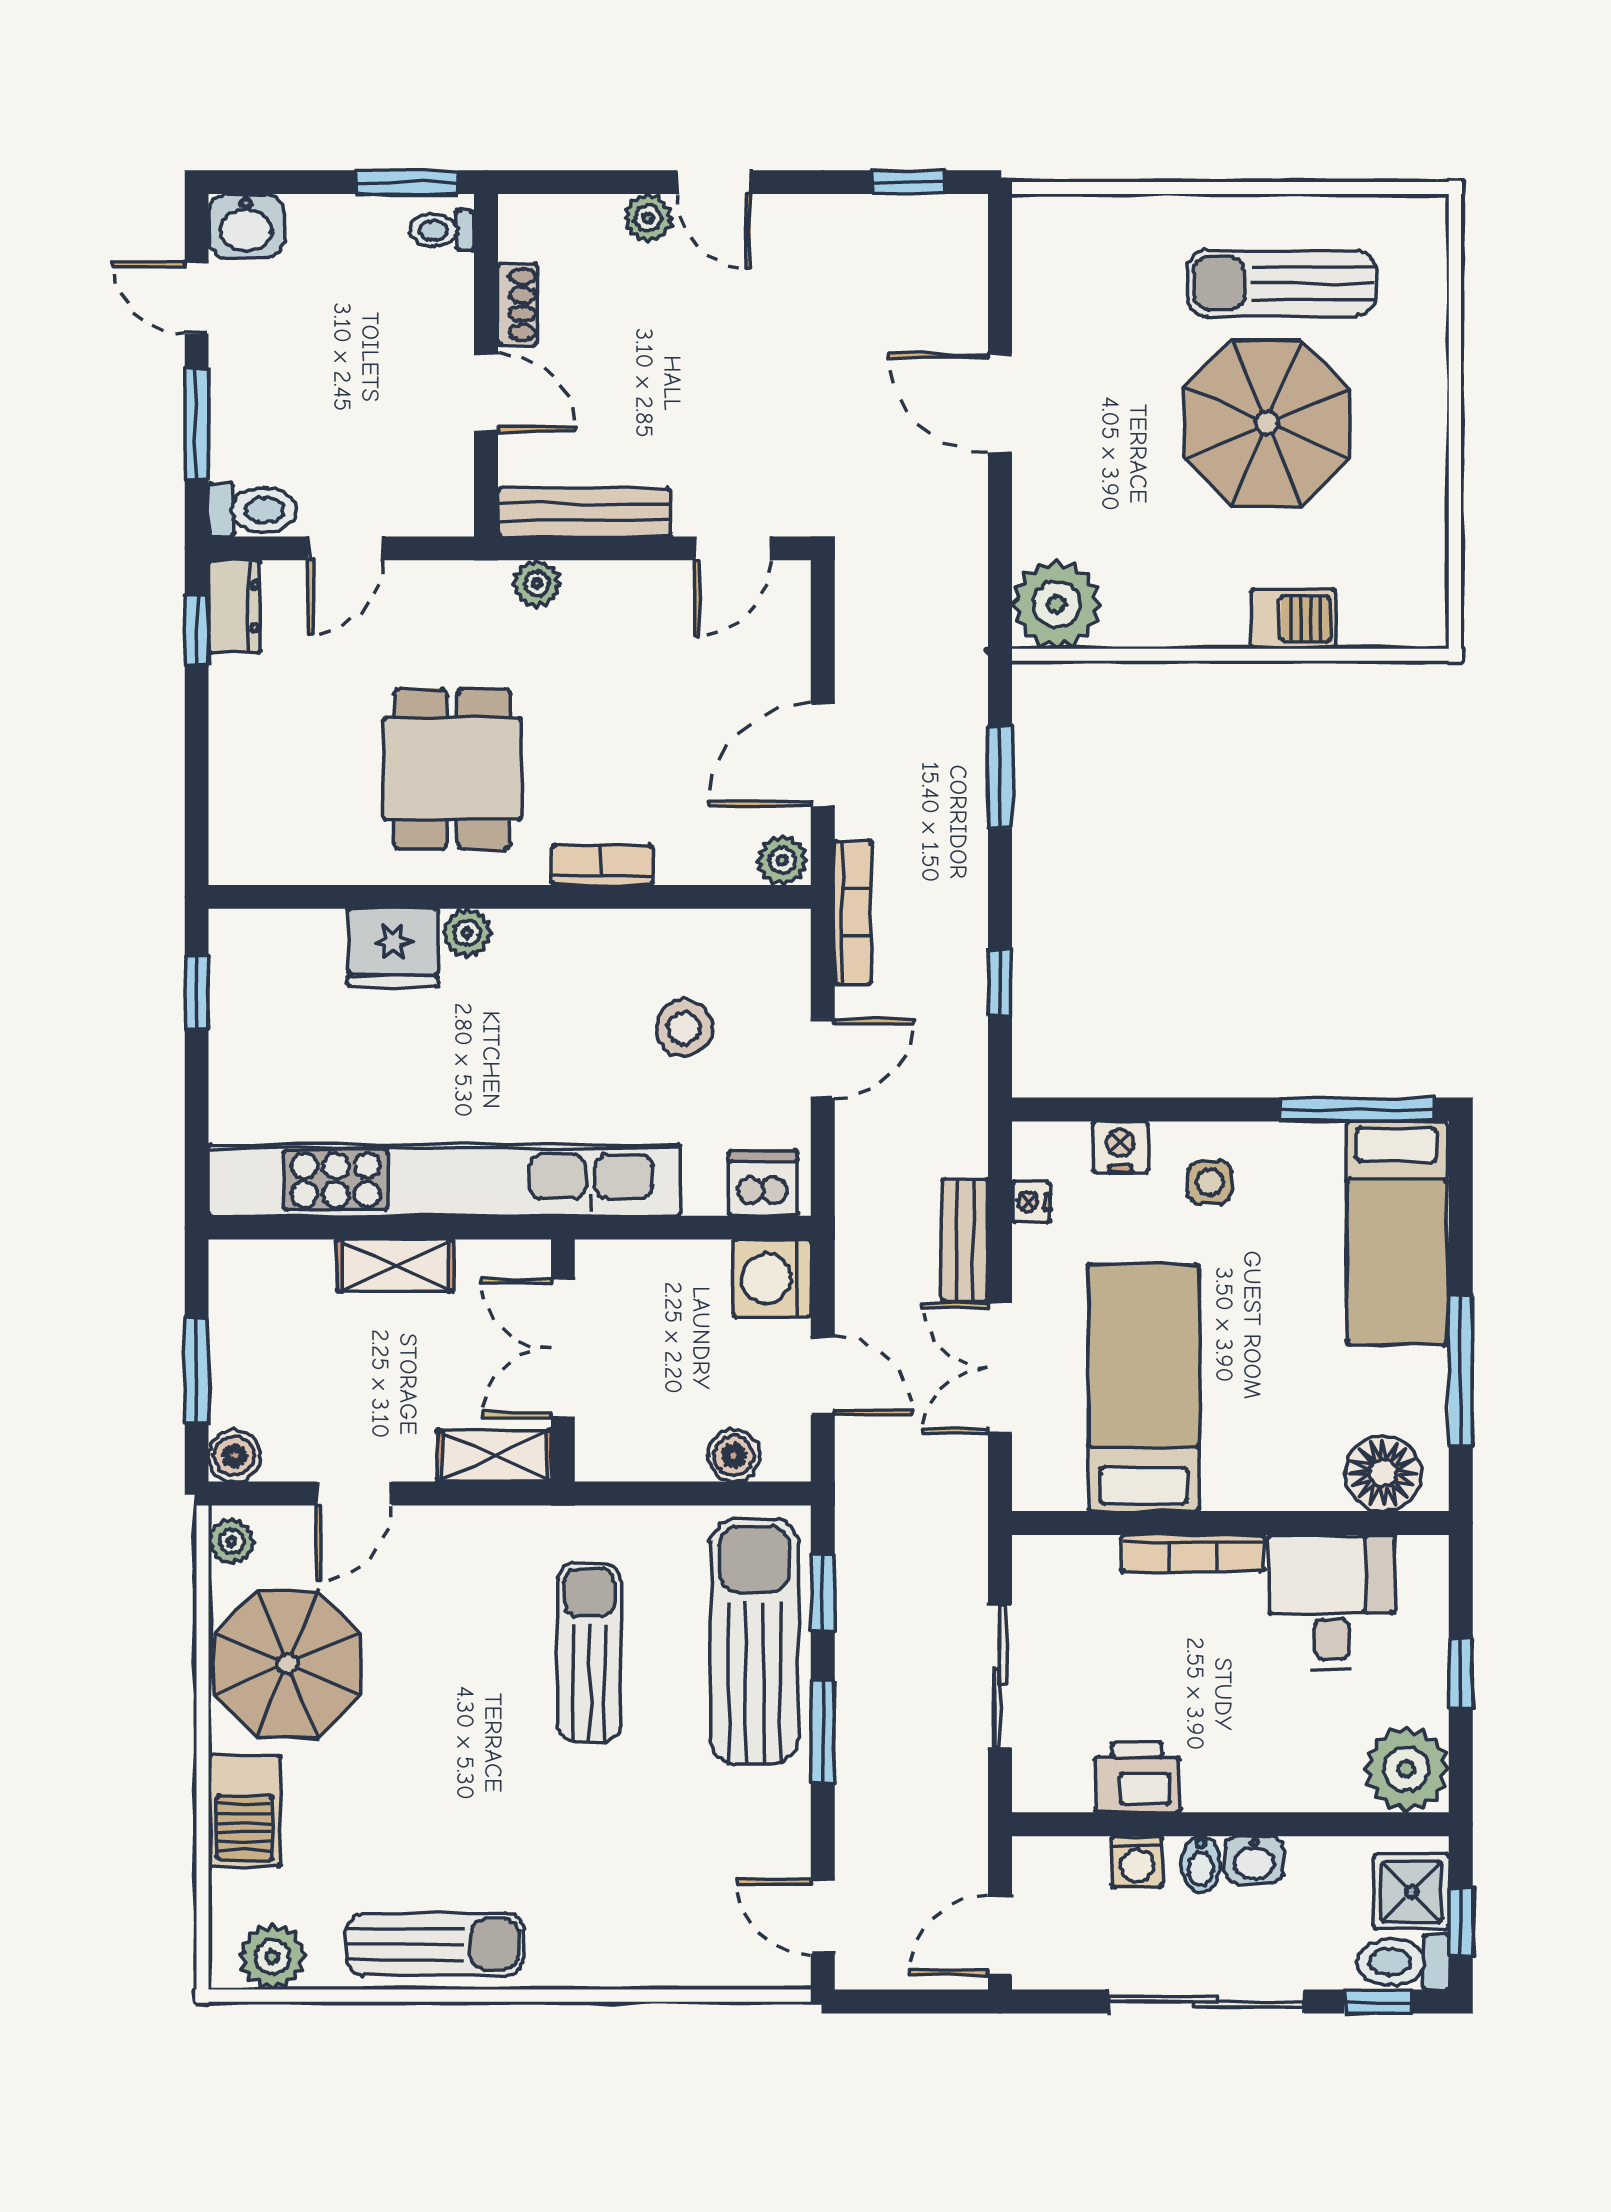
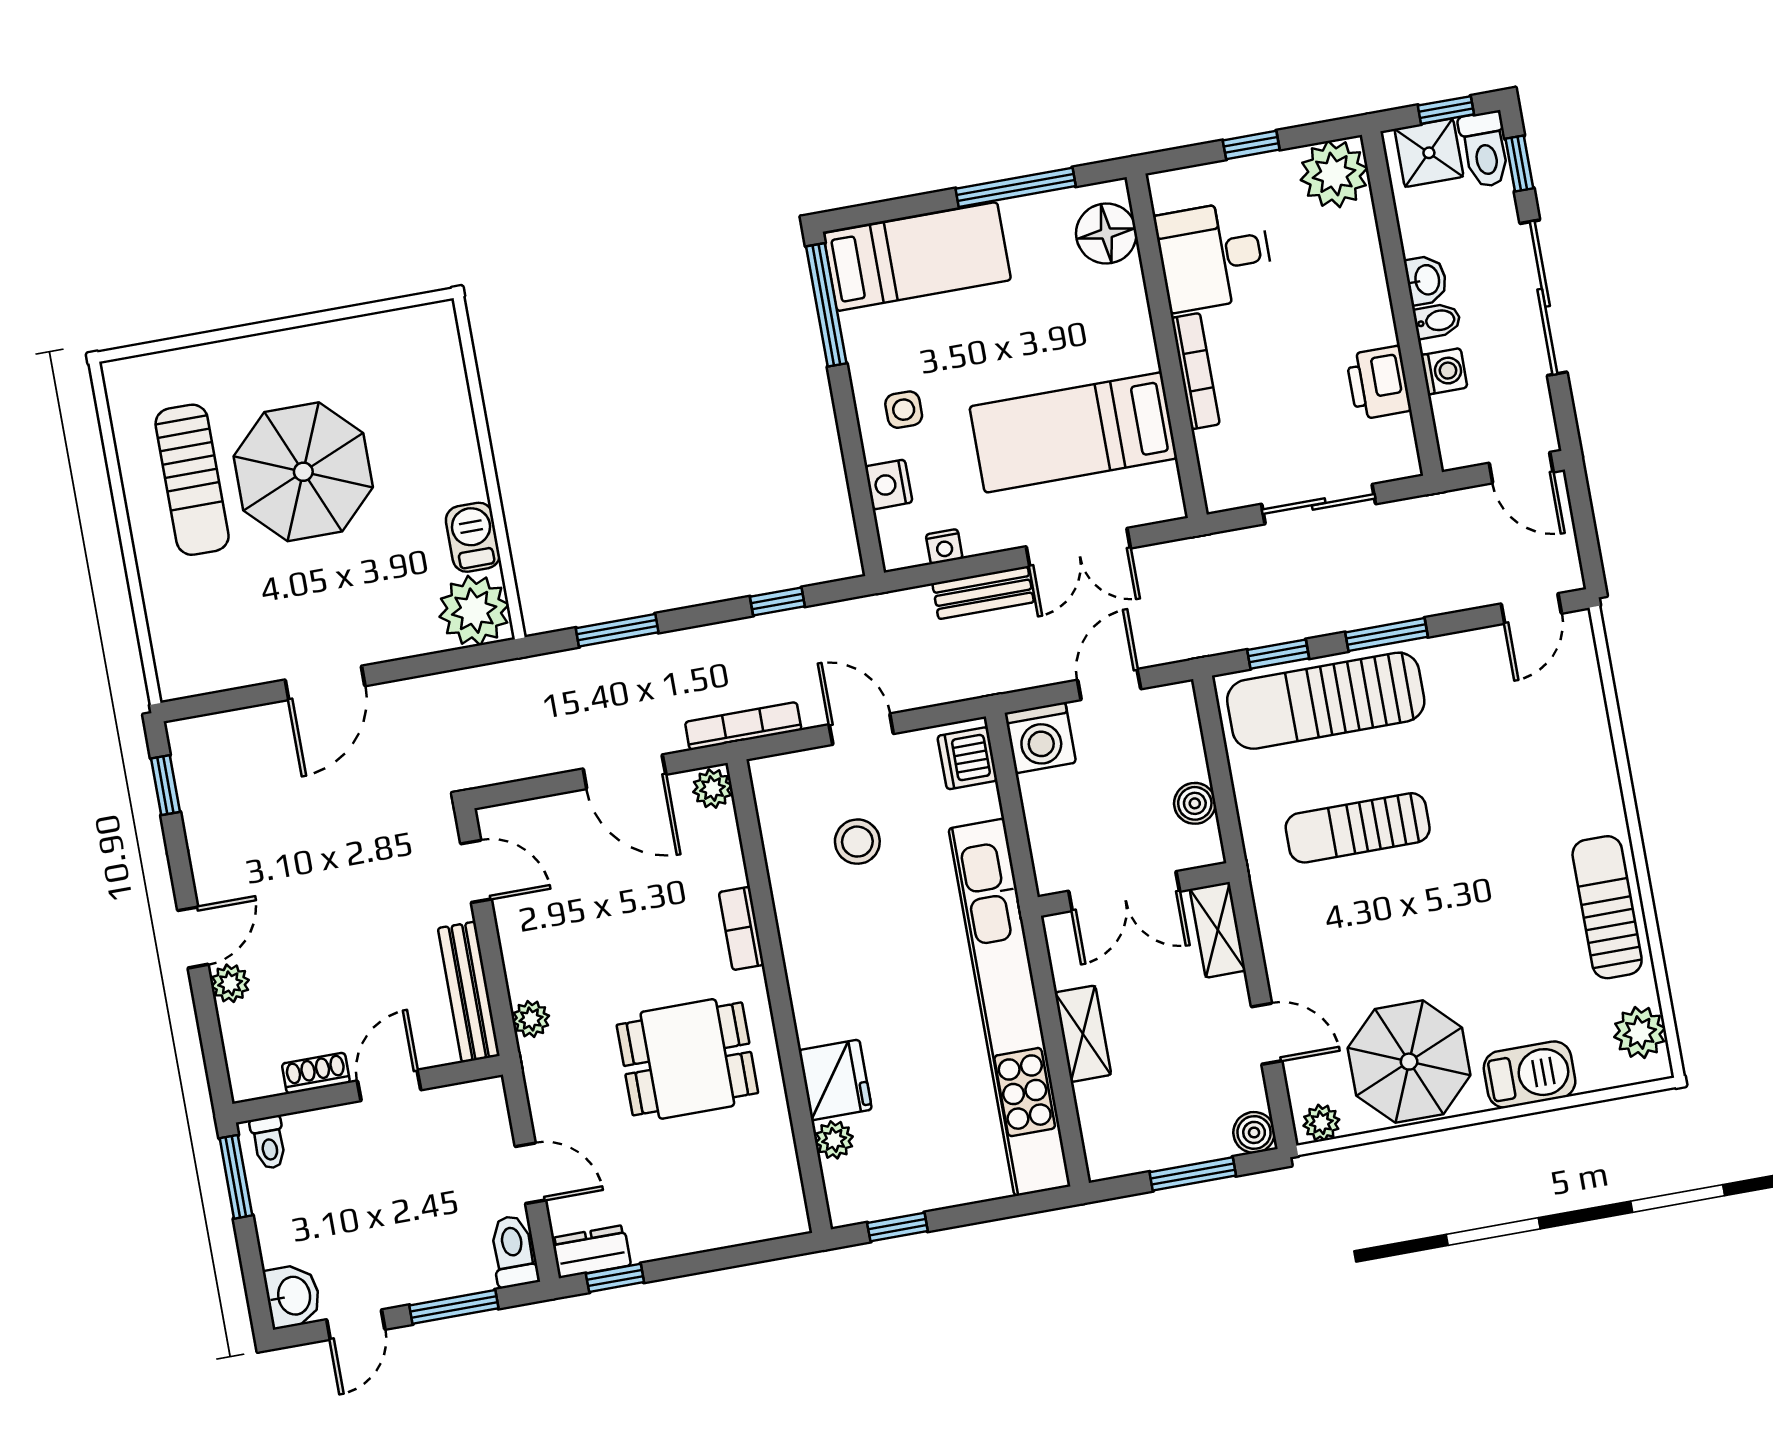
barbecue: (1293, 619) -> (473, 537), moved
plant: (467, 933) -> (834, 1140), moved
boiler: (734, 1456) -> (1195, 803), moved

